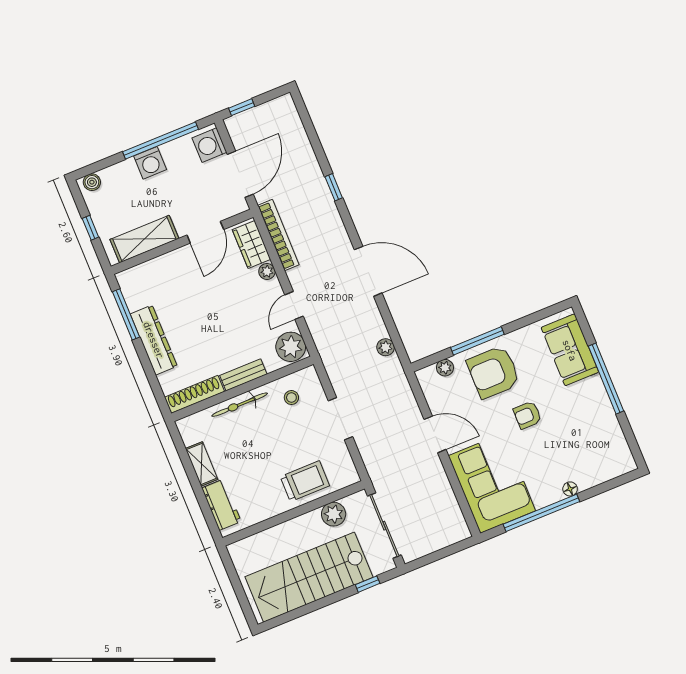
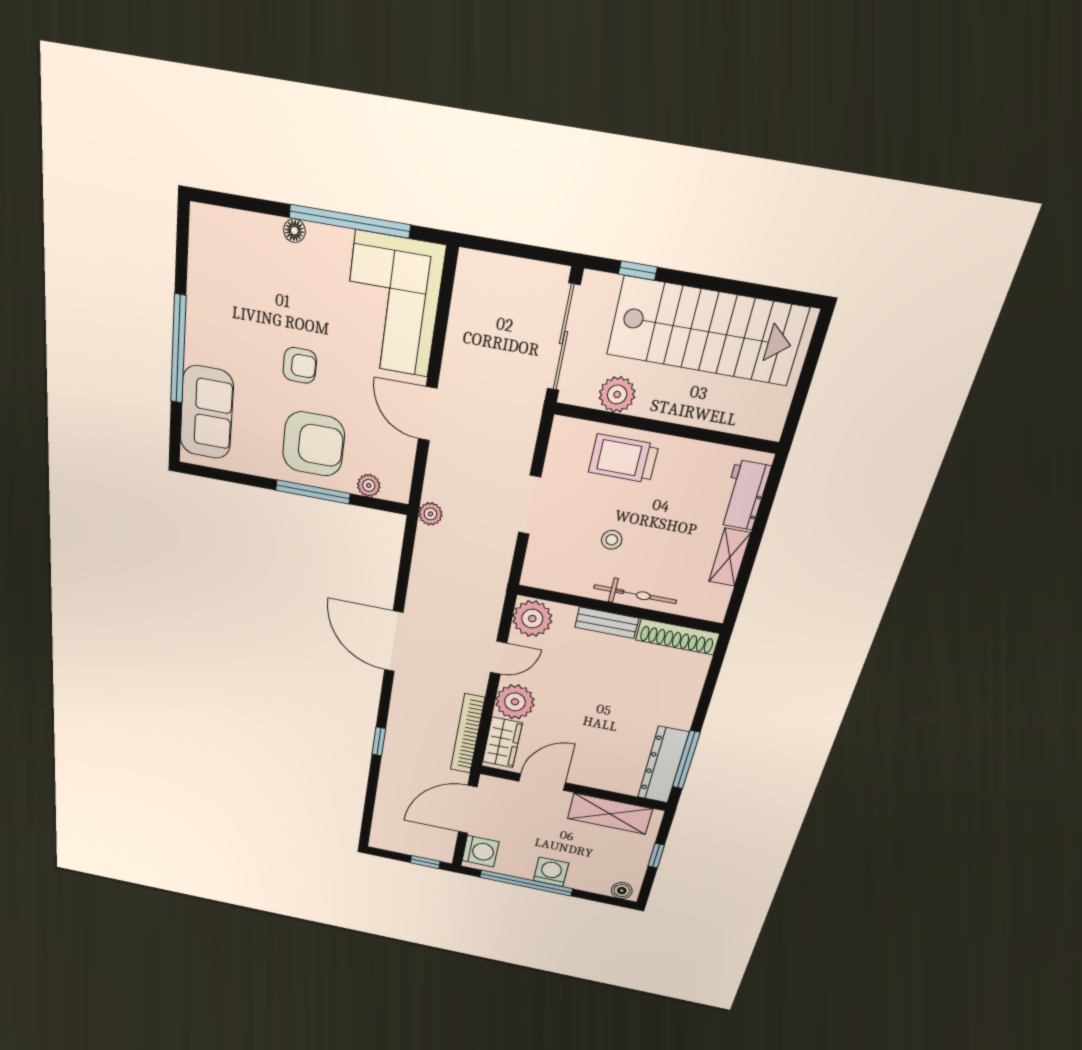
plant: (267, 271) -> (515, 702), width x1.88, depth x1.88
dresser: (154, 340) -> (663, 765), moved
plant: (386, 347) -> (430, 514), moved
stool: (291, 398) -> (612, 540), moved

